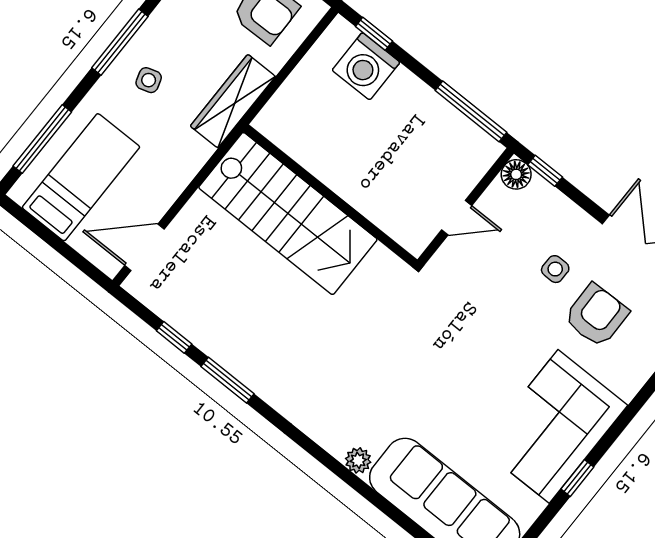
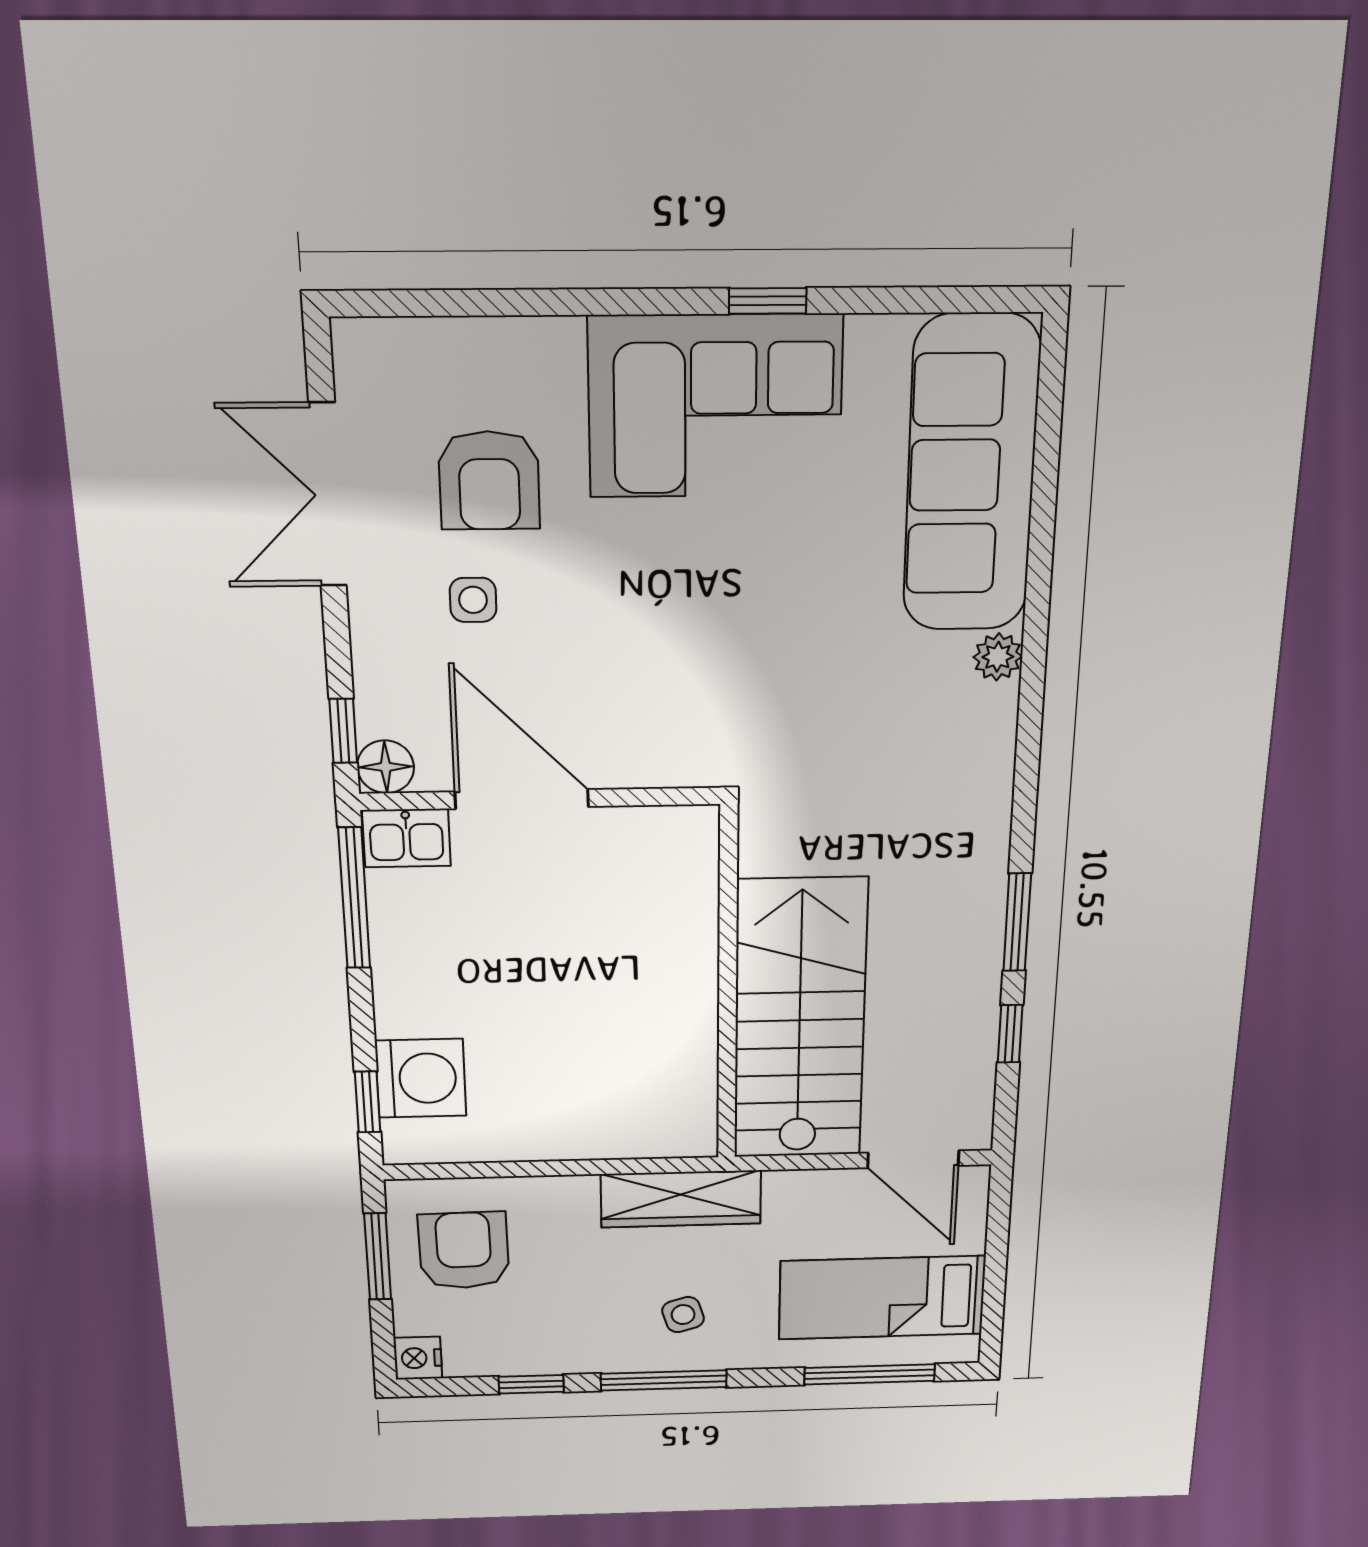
wardrobe: (233, 101) -> (681, 1199), moved
kitchen sink: (479, 156) -> (406, 838), added
wall: (330, 195) -> (728, 986), moved
stairs: (288, 214) -> (800, 1020), moved
door: (457, 218) -> (522, 799), width x1.88
armchair: (596, 315) -> (489, 481), turned -89

